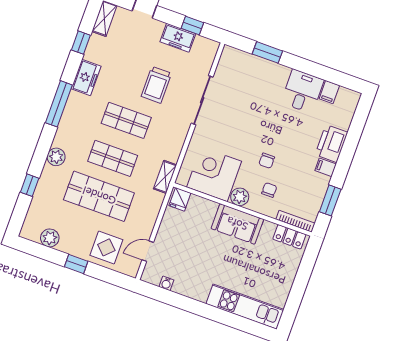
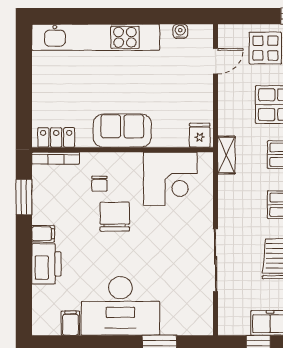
desk: (302, 91) -> (120, 306), width x1.87, depth x1.30
chair: (267, 161) -> (115, 217), width x1.87, depth x1.87
plant: (240, 197) -> (131, 163), removed
kitchen unit: (245, 307) -> (96, 37), width x1.36

